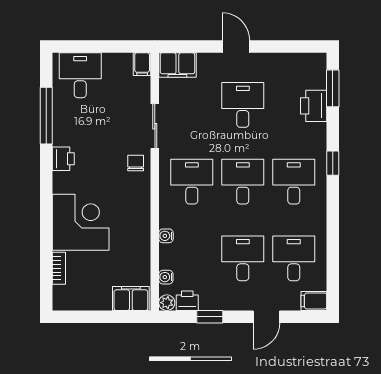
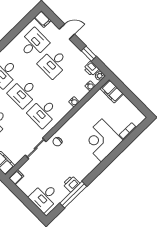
printer: (63, 159) -> (71, 184), moved
desk: (294, 258) -> (34, 43), turned 180

